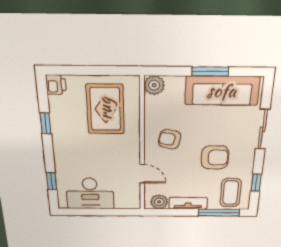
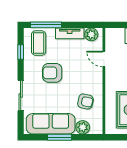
plant: (154, 85) -> (83, 127), moved
armchair: (170, 139) -> (85, 101), moved

